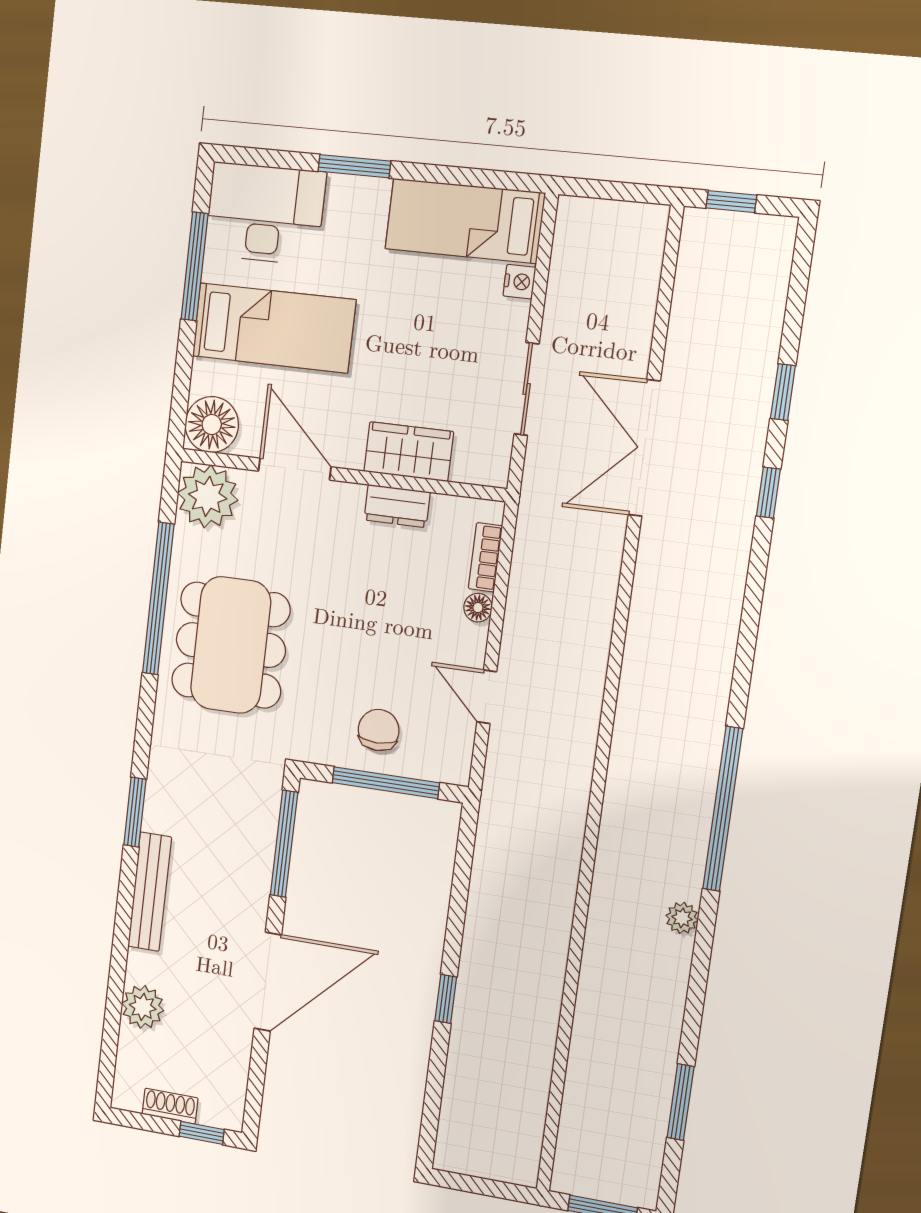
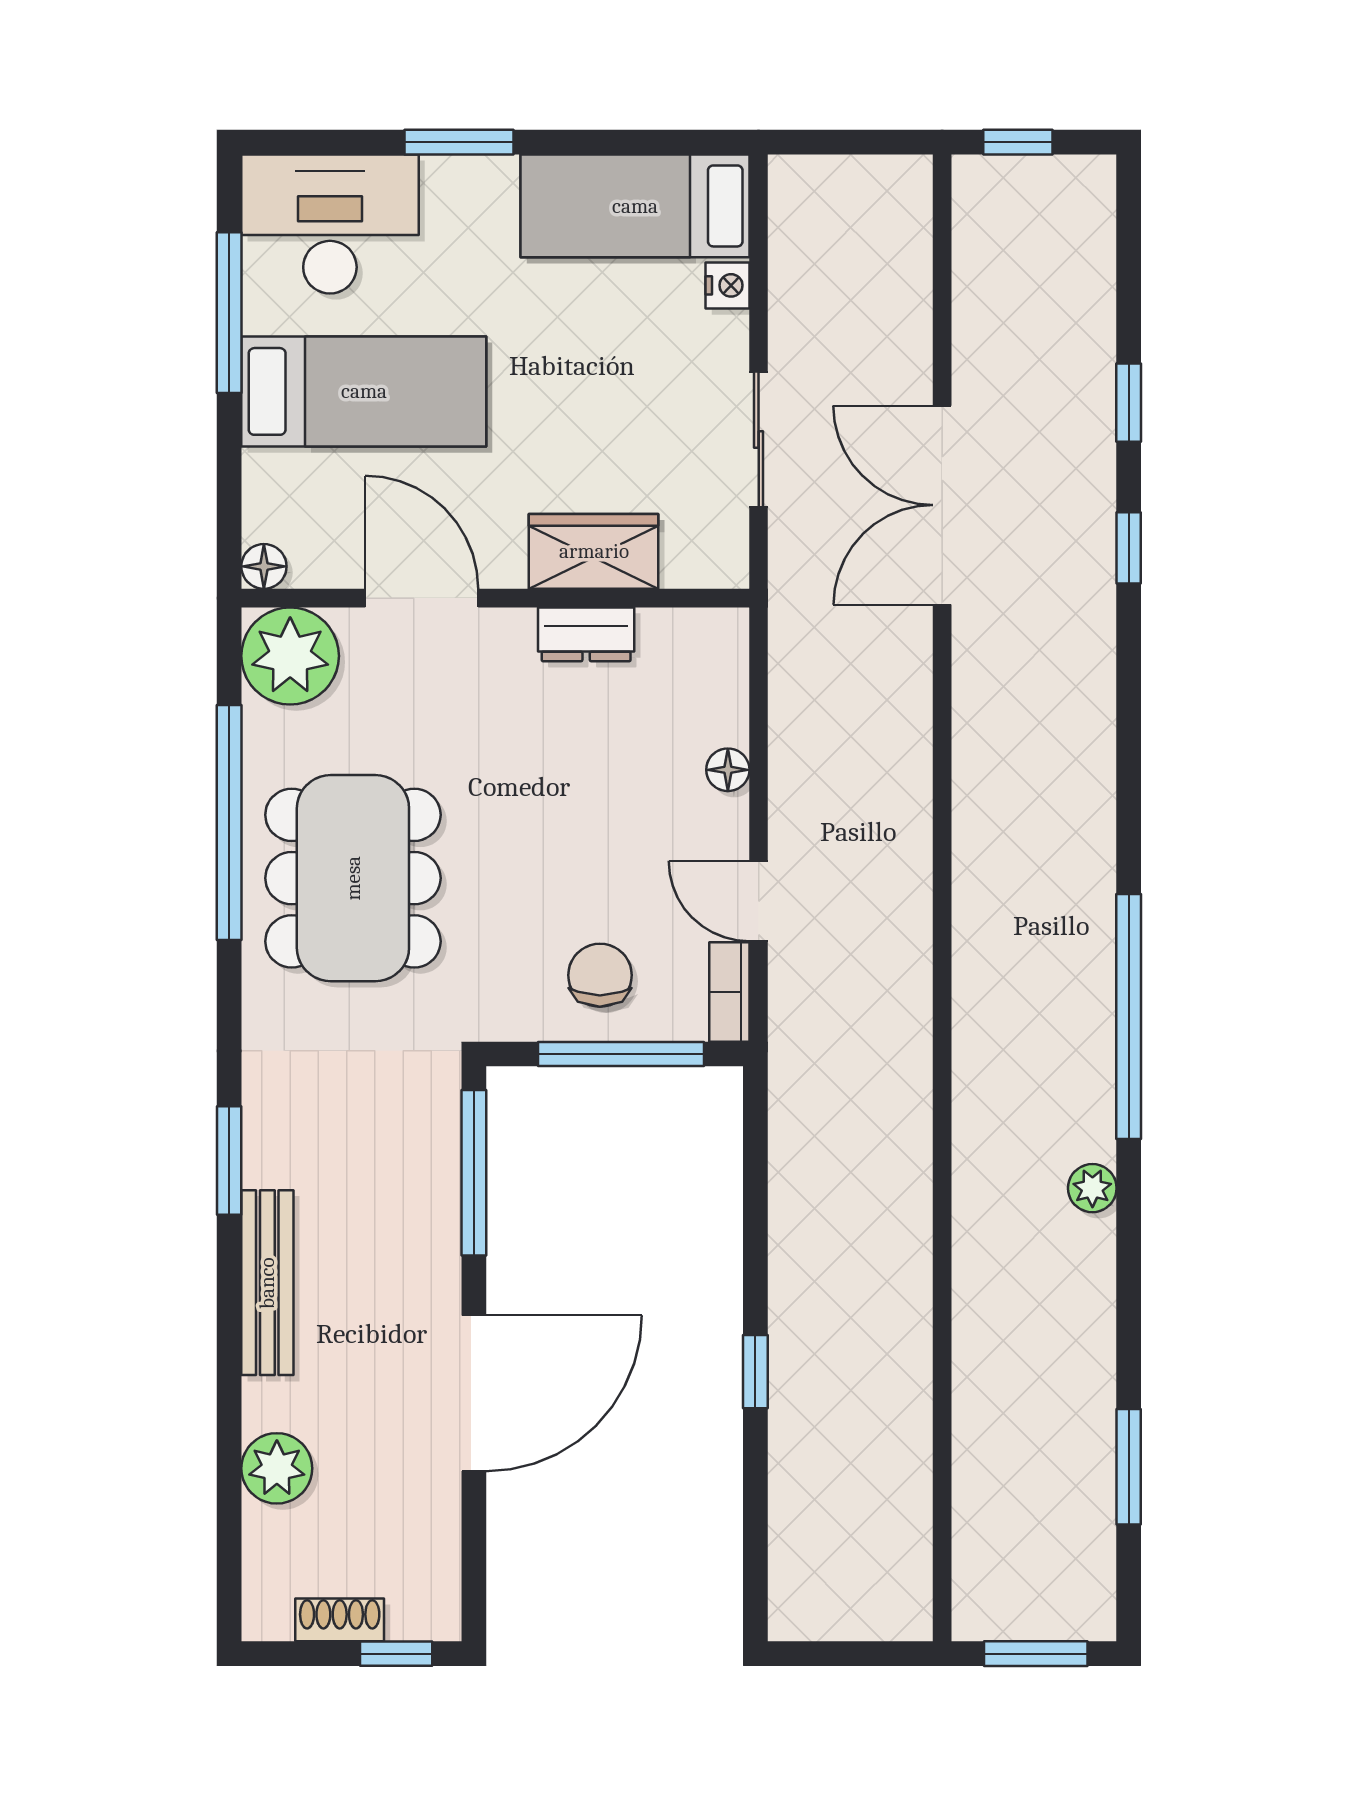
floor lamp: (212, 425) -> (264, 566), width x0.53, depth x0.53
bookcase: (485, 557) -> (729, 992), moved

